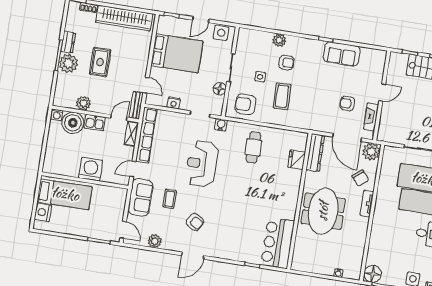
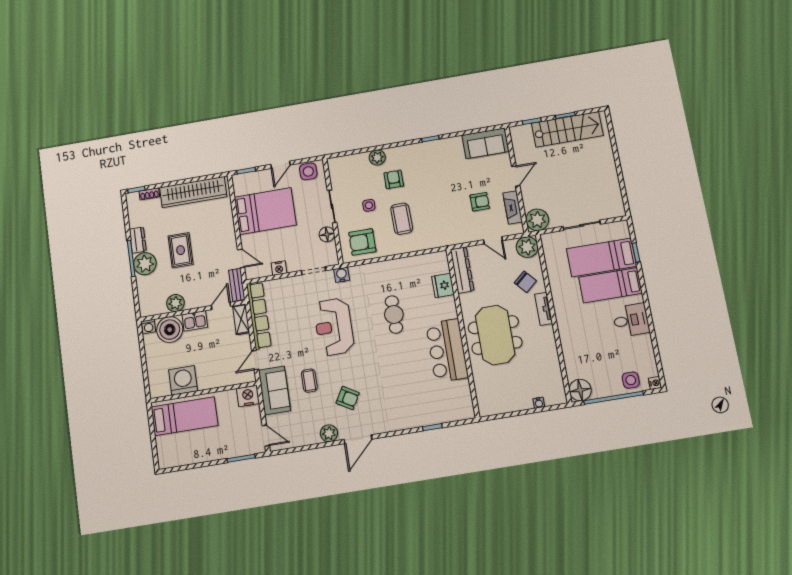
sofa: (342, 54) -> (486, 143), moved
armchair: (286, 62) -> (394, 179), turned -90
armchair: (347, 103) -> (480, 202), turned 180
plant: (387, 133) -> (537, 220), added
door: (347, 137) -> (493, 240), width x0.53
cafe table: (253, 147) -> (394, 314), moved
washing machine: (91, 169) -> (183, 380), moved
nightstand: (43, 212) -> (248, 396), moved, turned 90
plant: (155, 241) -> (329, 433), moved
bar counter: (278, 243) -> (447, 351), moved

